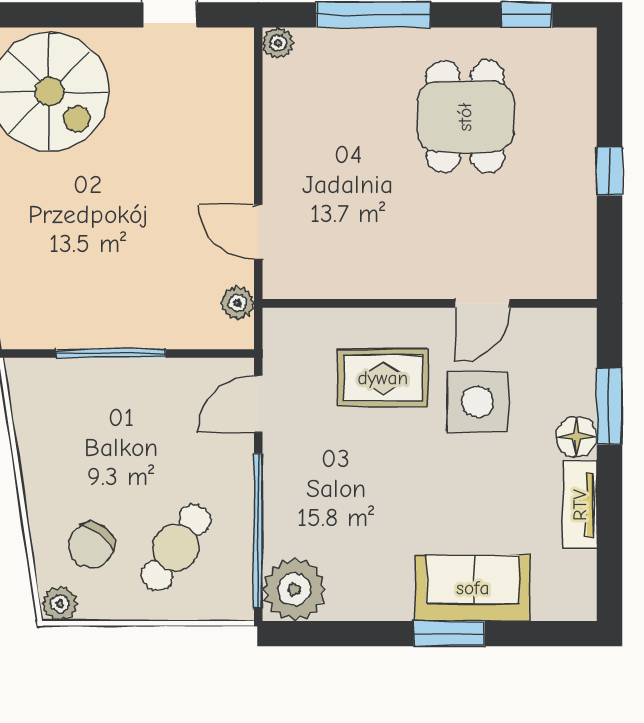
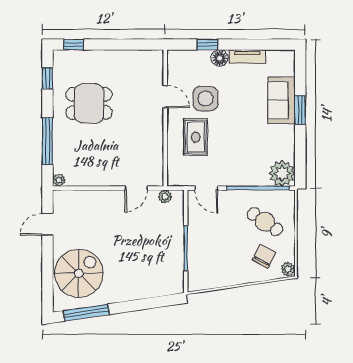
window: (609, 171) -> (74, 45), moved
window: (609, 406) -> (207, 45), width x0.67
chair: (91, 546) -> (264, 256), turned -100

